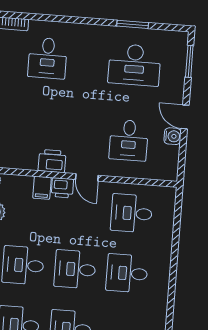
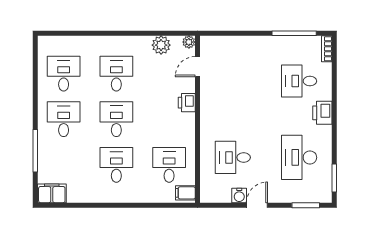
window: (133, 24) -> (334, 178), moved
printer: (52, 161) -> (322, 113), moved, turned 180
door: (87, 177) -> (197, 67), moved
filing cabinet: (42, 188) -> (185, 193), moved

